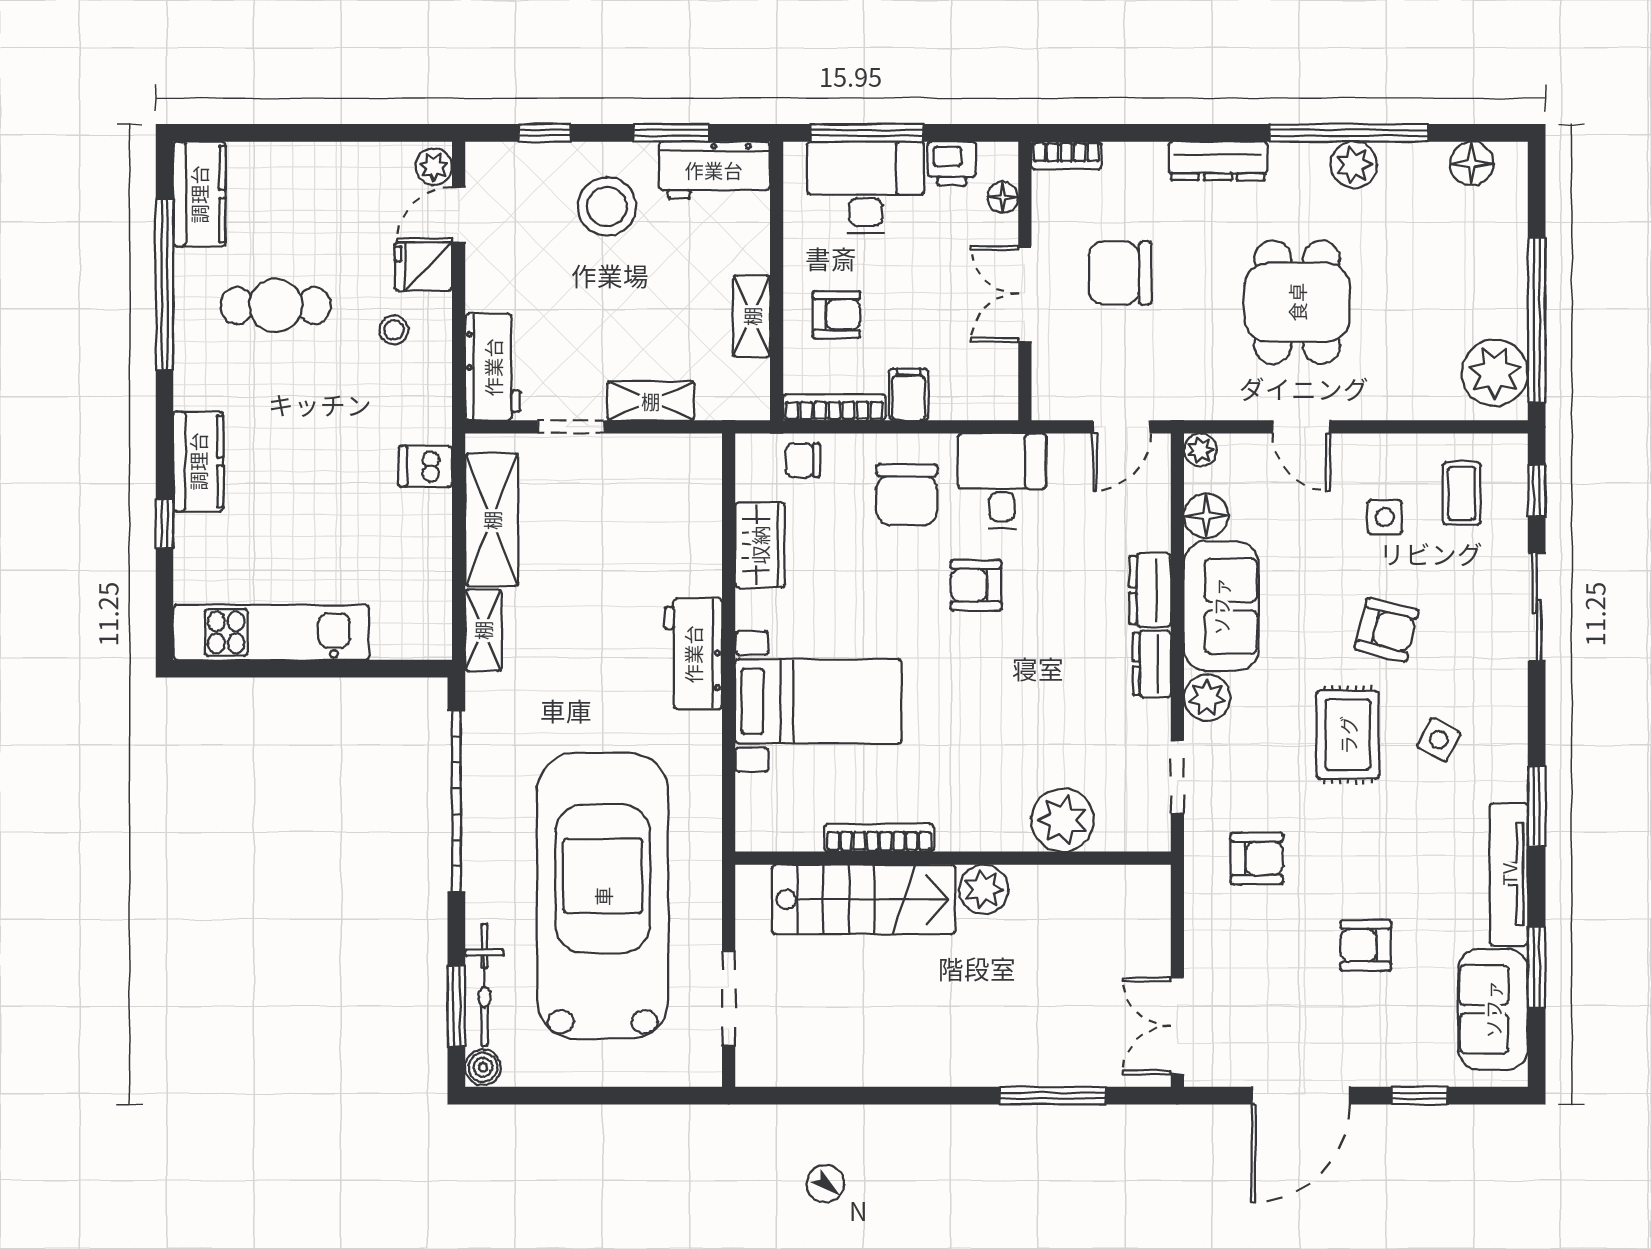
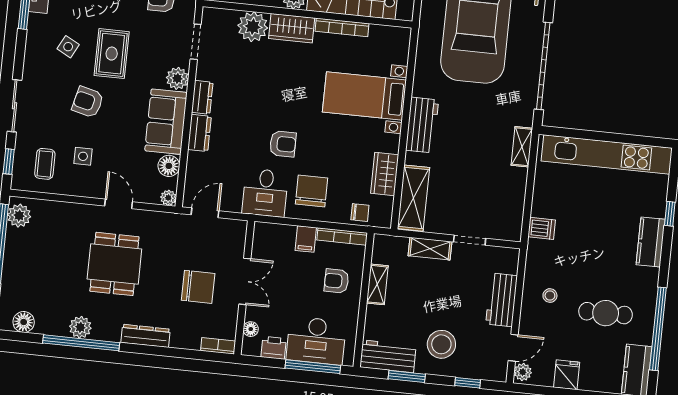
fridge: (423, 267) -> (567, 375), moved, turned -90
workbench: (493, 367) -> (502, 300), moved
plant: (1495, 373) -> (19, 216), width x0.73, depth x0.73
shelving: (492, 520) -> (414, 198), moved
kitchen unit: (271, 632) -> (607, 154), width x1.36
wardrobe: (983, 825) -> (292, 28), added

